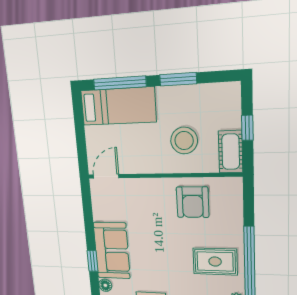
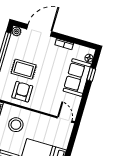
door: (106, 176) -> (65, 119), swing flipped
rug: (215, 261) -> (24, 69), moved

